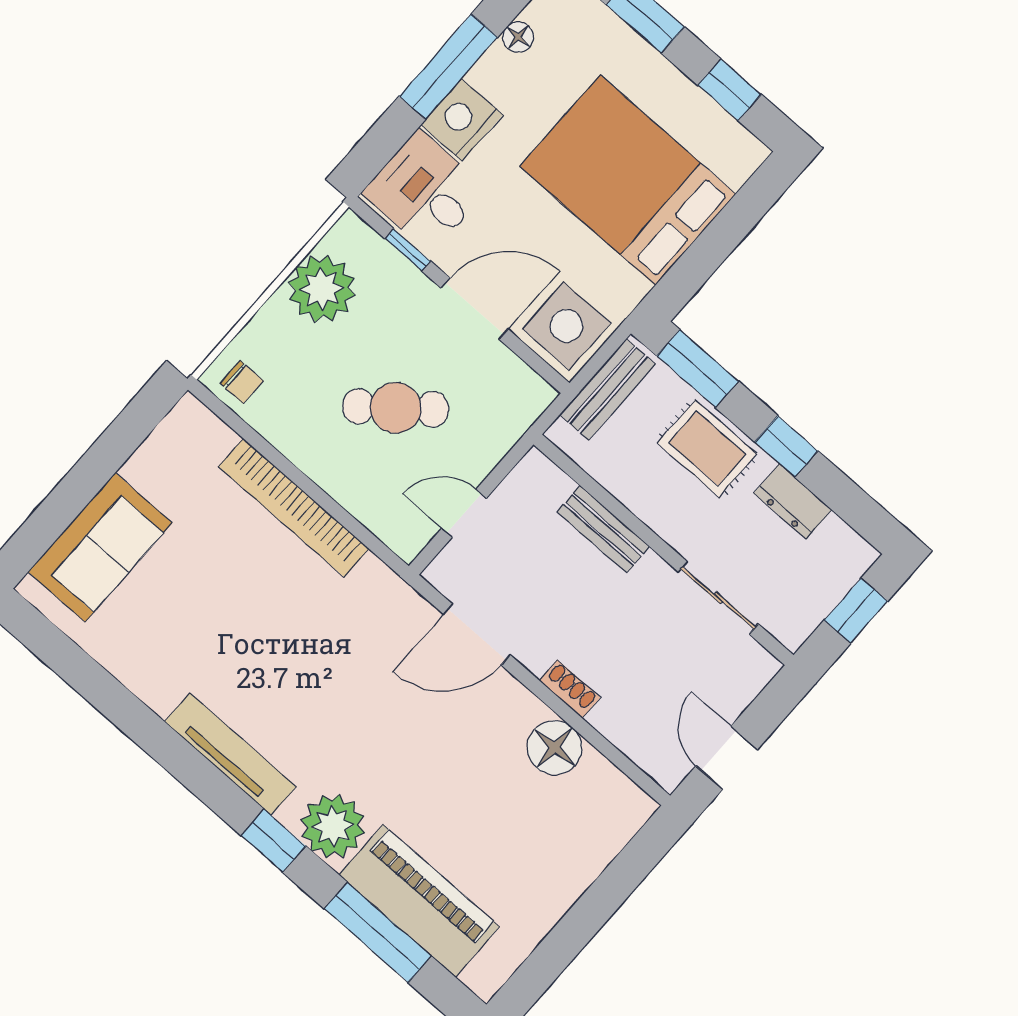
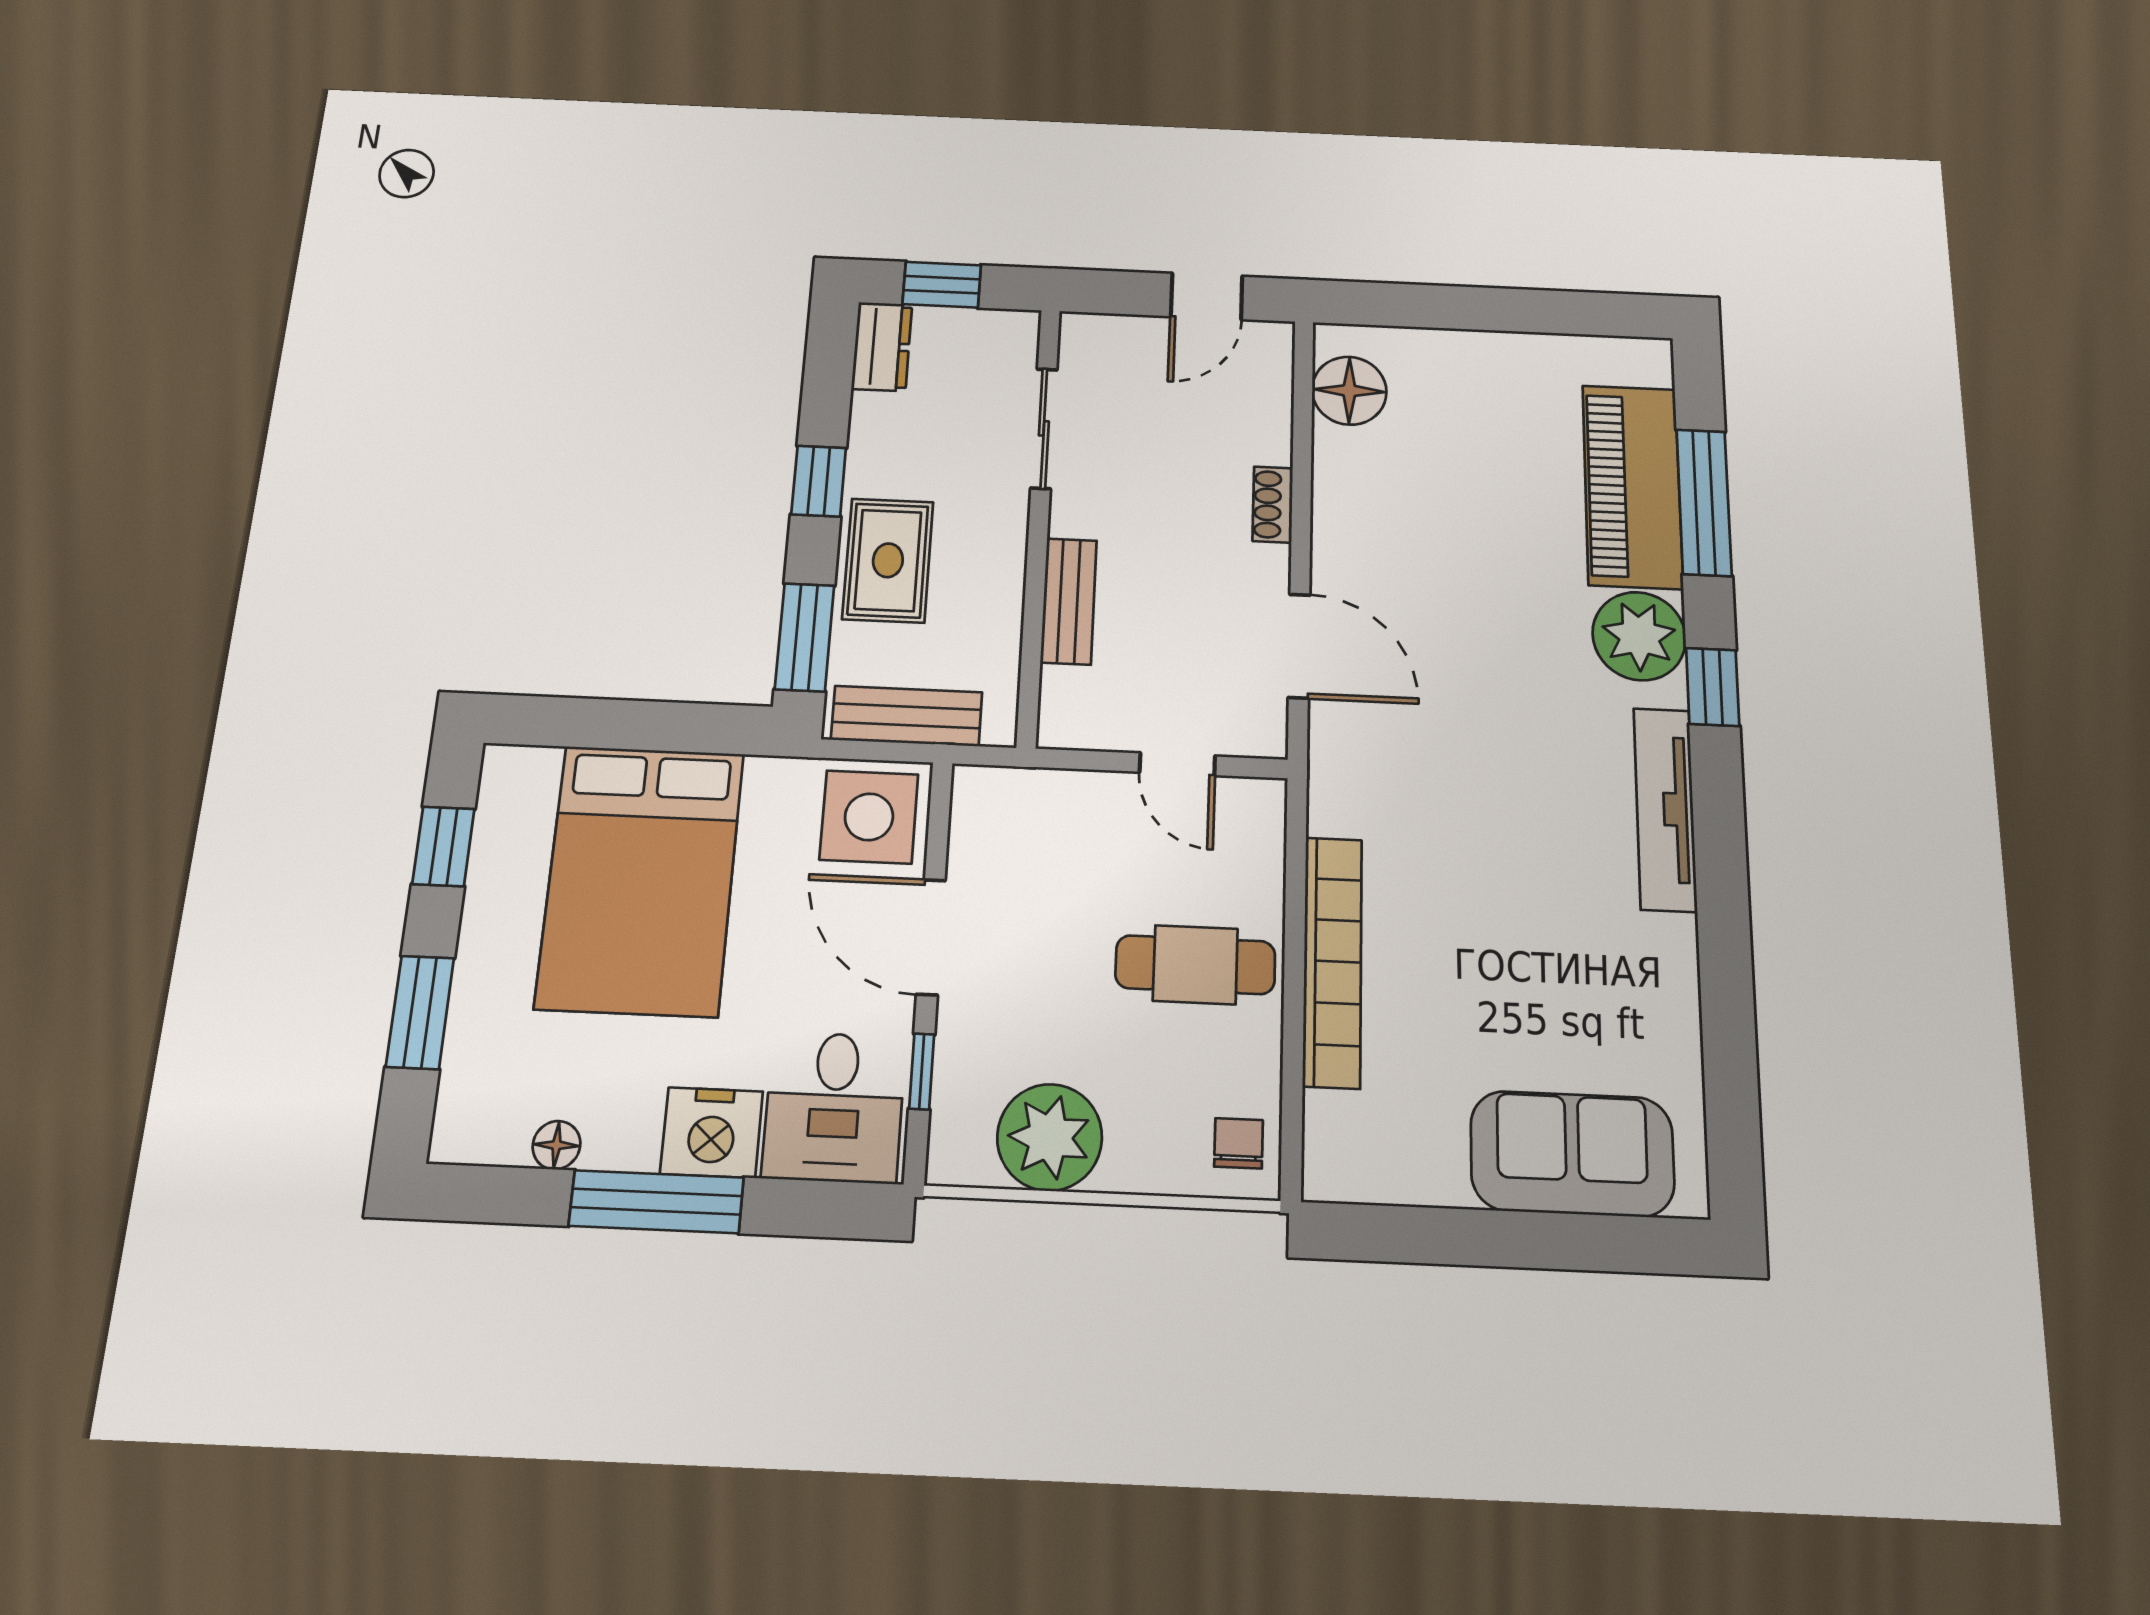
cafe table: (396, 408) -> (1195, 965), moved, turned -51
dresser: (793, 501) -> (882, 347), moved
floor lamp: (554, 748) -> (1349, 391), moved

